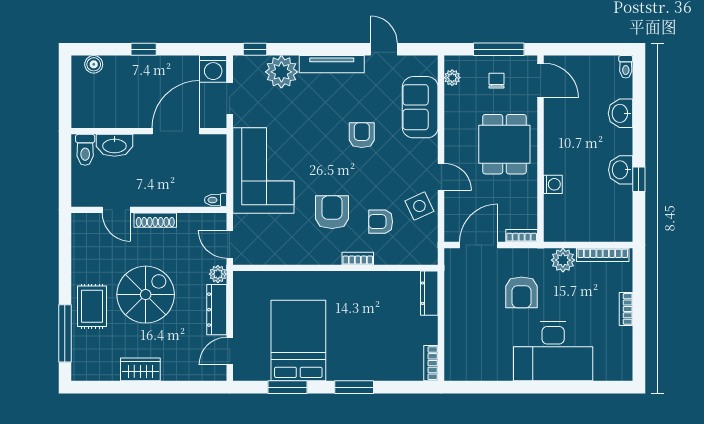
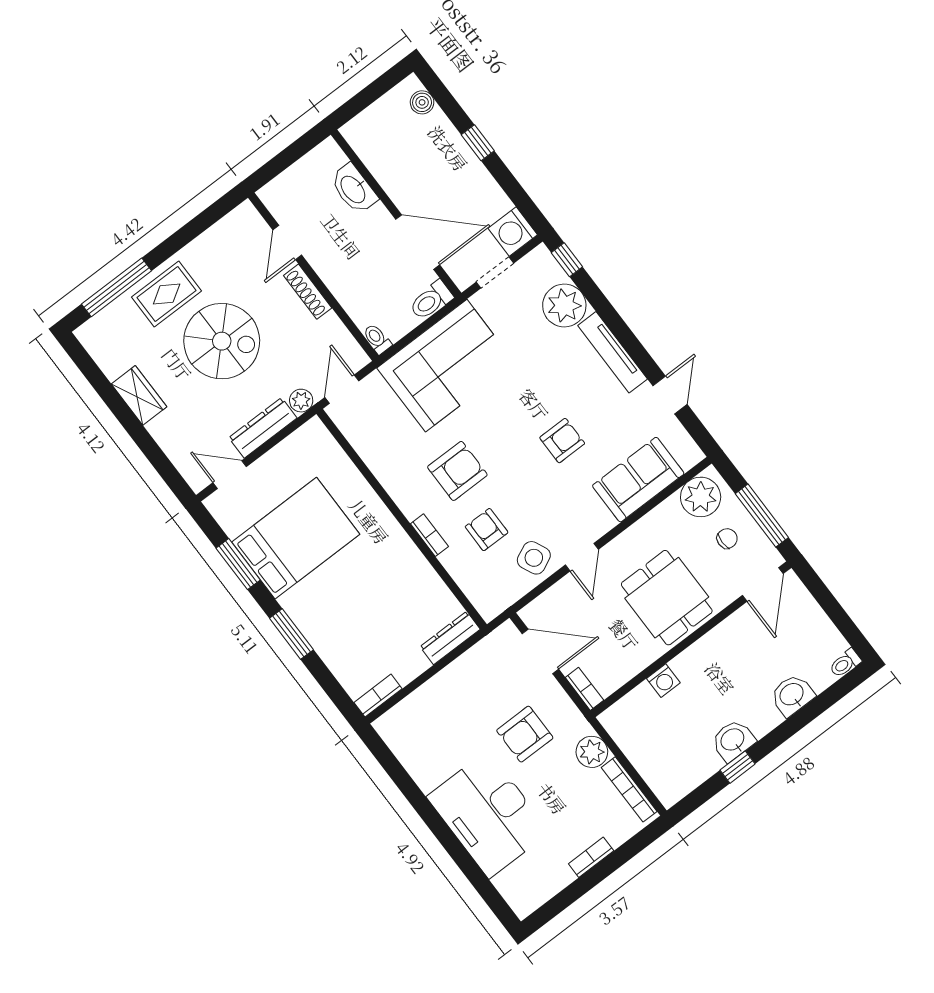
plant: (452, 78) -> (701, 497), width x1.88, depth x1.88
dining table: (504, 144) -> (667, 598), turned 90
toilet: (85, 150) -> (431, 300), moved

